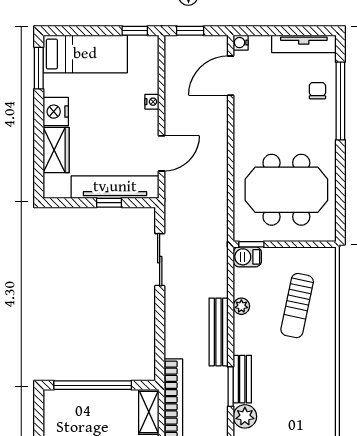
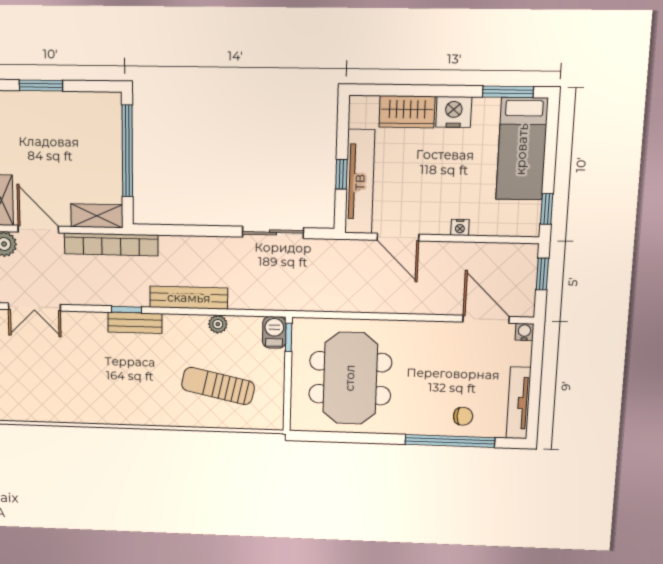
window: (231, 387) -> (127, 310), width x0.67
plant: (245, 416) -> (93, 325), removed

